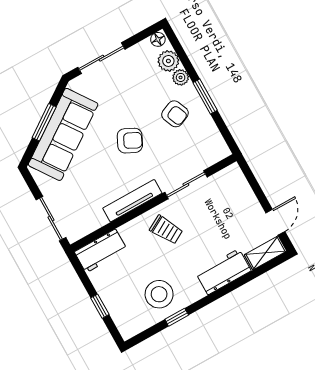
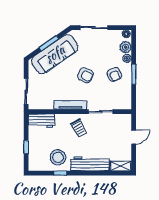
door: (275, 222) -> (134, 137), moved
workbench: (223, 272) -> (90, 164), width x1.38

